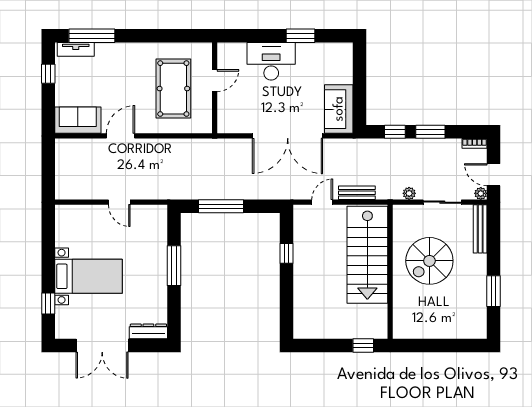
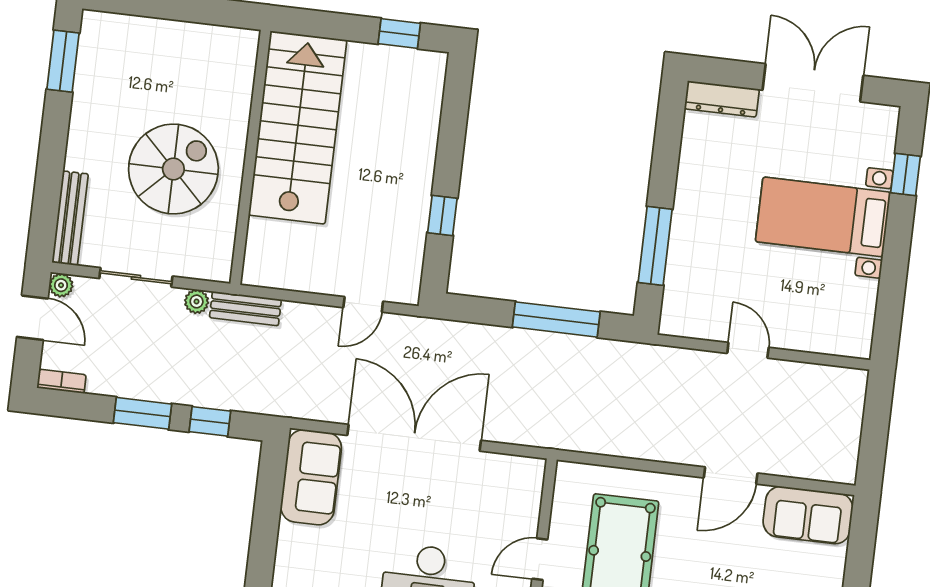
bench: (357, 193) -> (245, 308), moved
stairs: (367, 255) -> (298, 127), moved
window: (174, 266) -> (655, 246), moved
window: (494, 291) -> (63, 61), moved
window: (363, 345) -> (399, 33), moved

